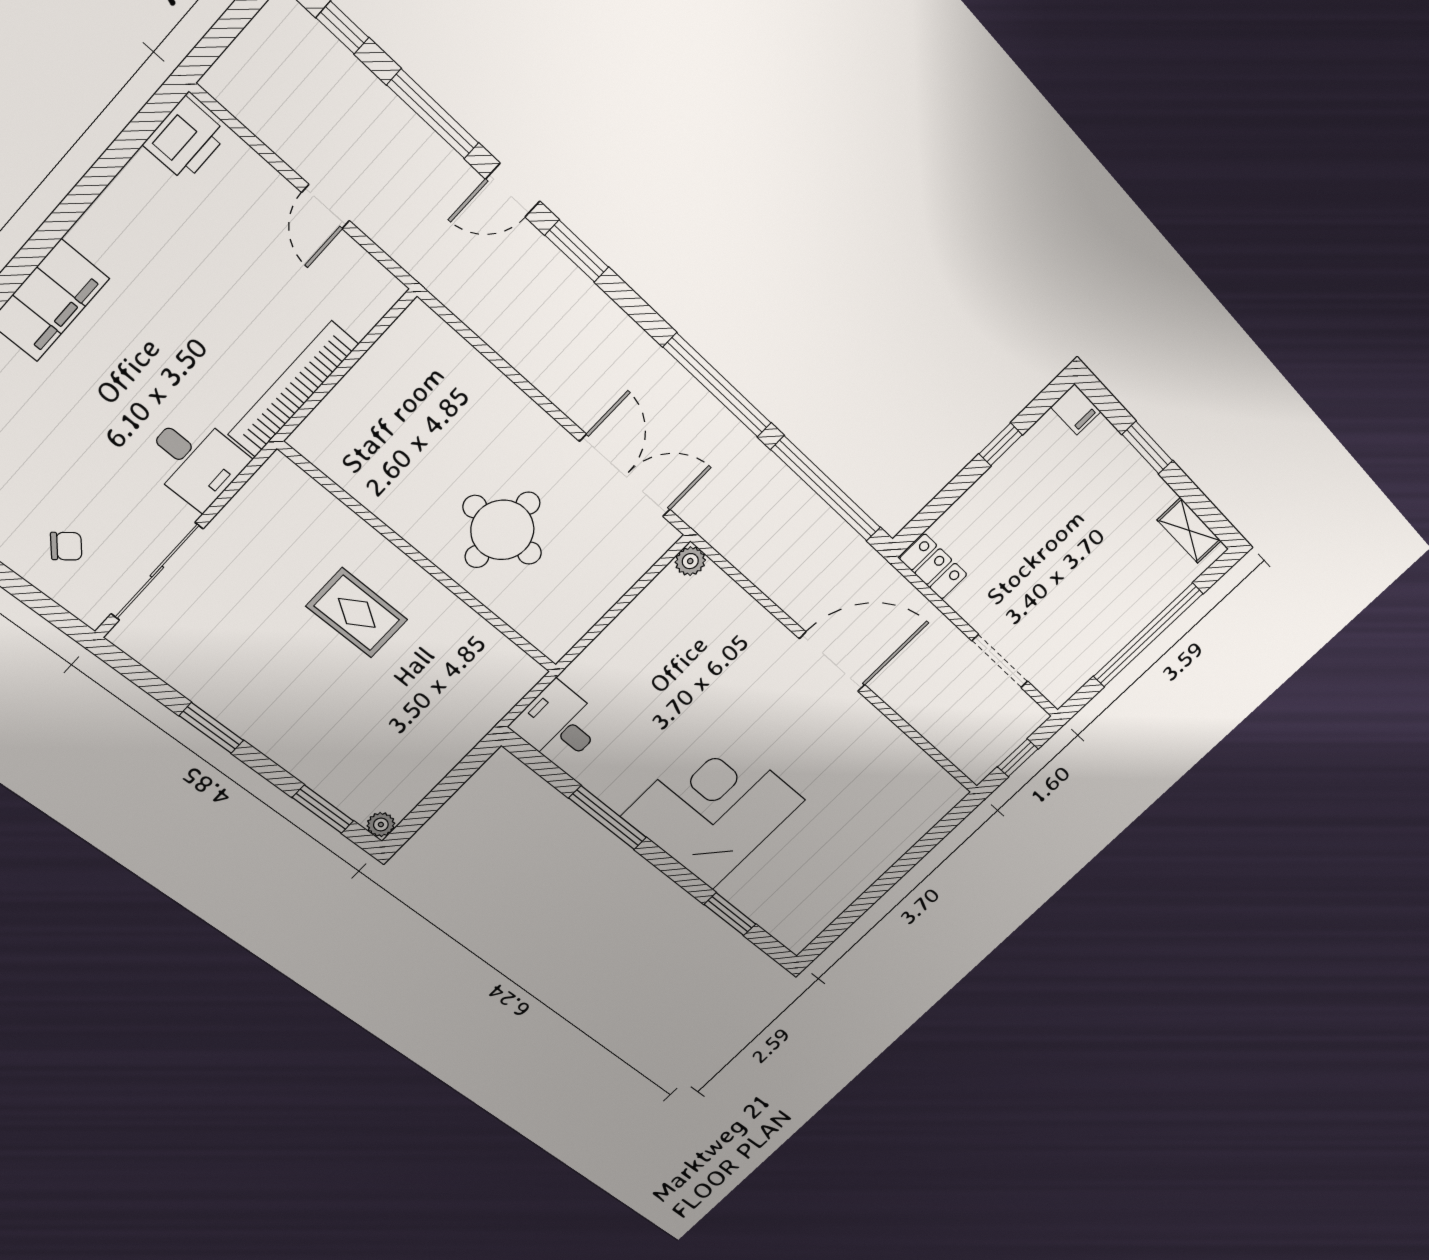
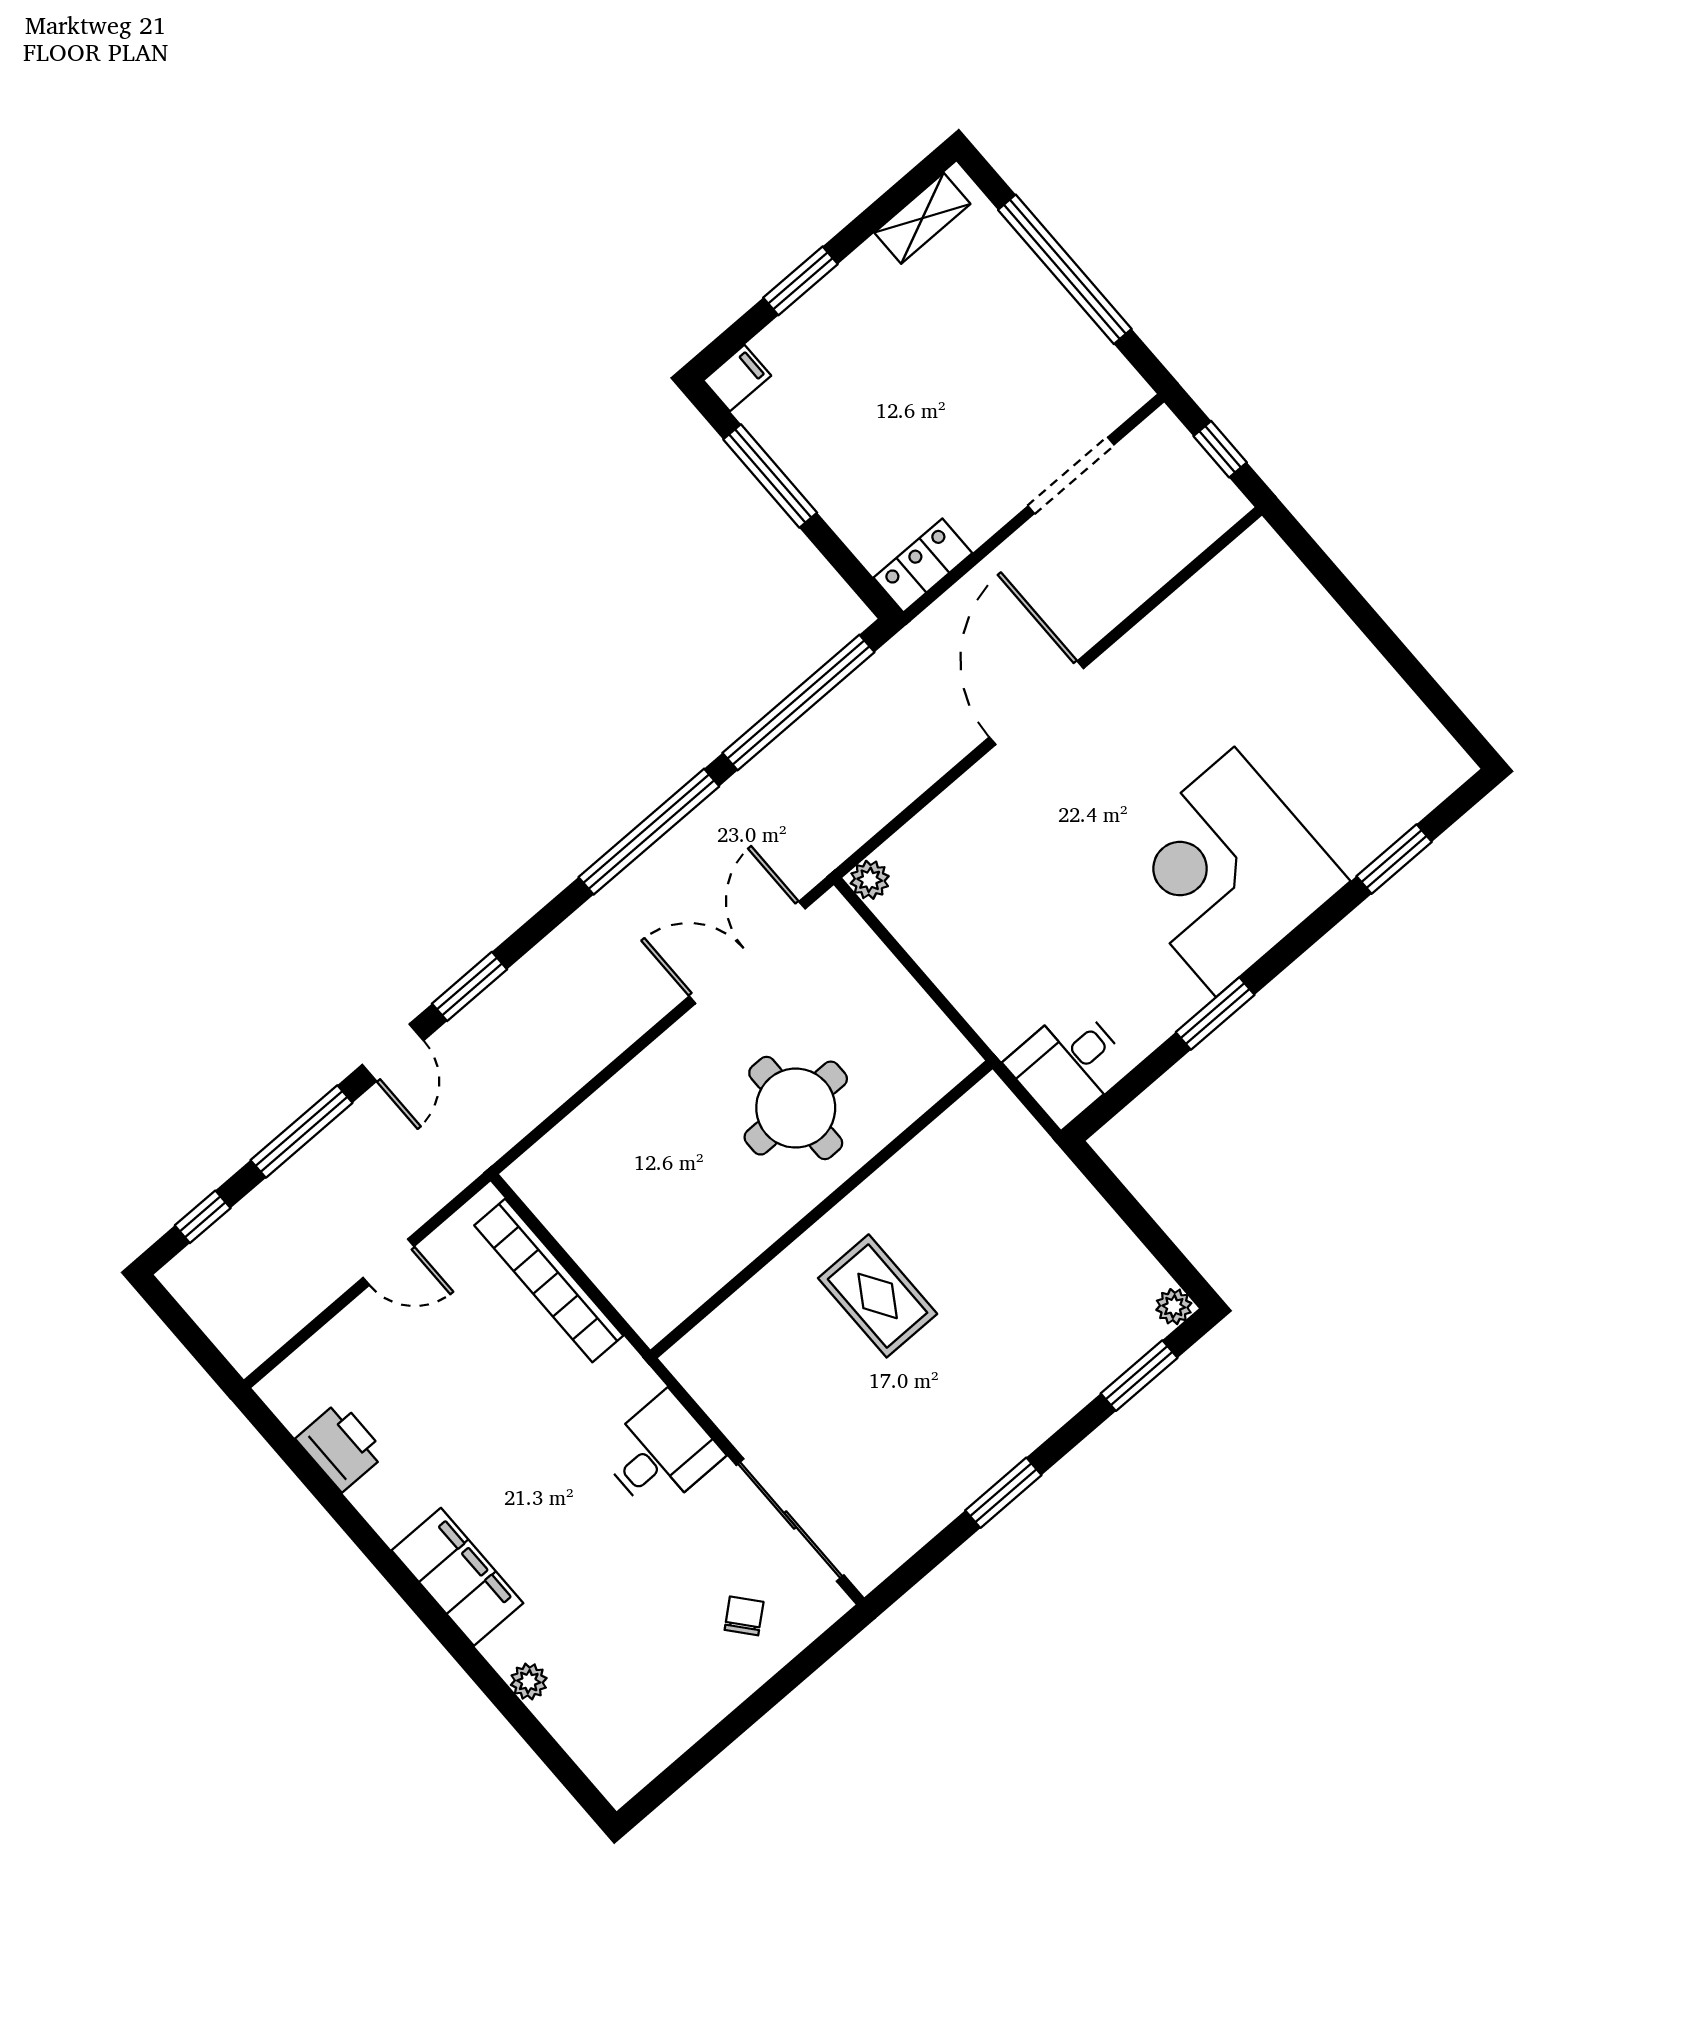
printer: (185, 139) -> (341, 1446), moved
bookcase: (293, 389) -> (549, 1280), moved
window: (1001, 444) -> (770, 476), width x2.17
rug: (357, 613) -> (878, 1296), turned 90
window: (608, 818) -> (1215, 1014), width x0.69

